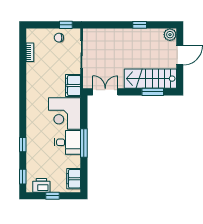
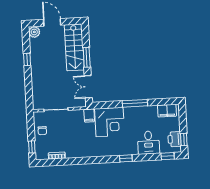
window: (66, 25) -> (32, 147), moved
filing cabinet: (73, 86) -> (89, 115), width x0.50
window: (153, 92) -> (87, 57), moved
desk: (68, 142) -> (148, 143), moved, turned 180
window: (23, 145) -> (126, 158), moved
window: (53, 196) -> (184, 139), moved

